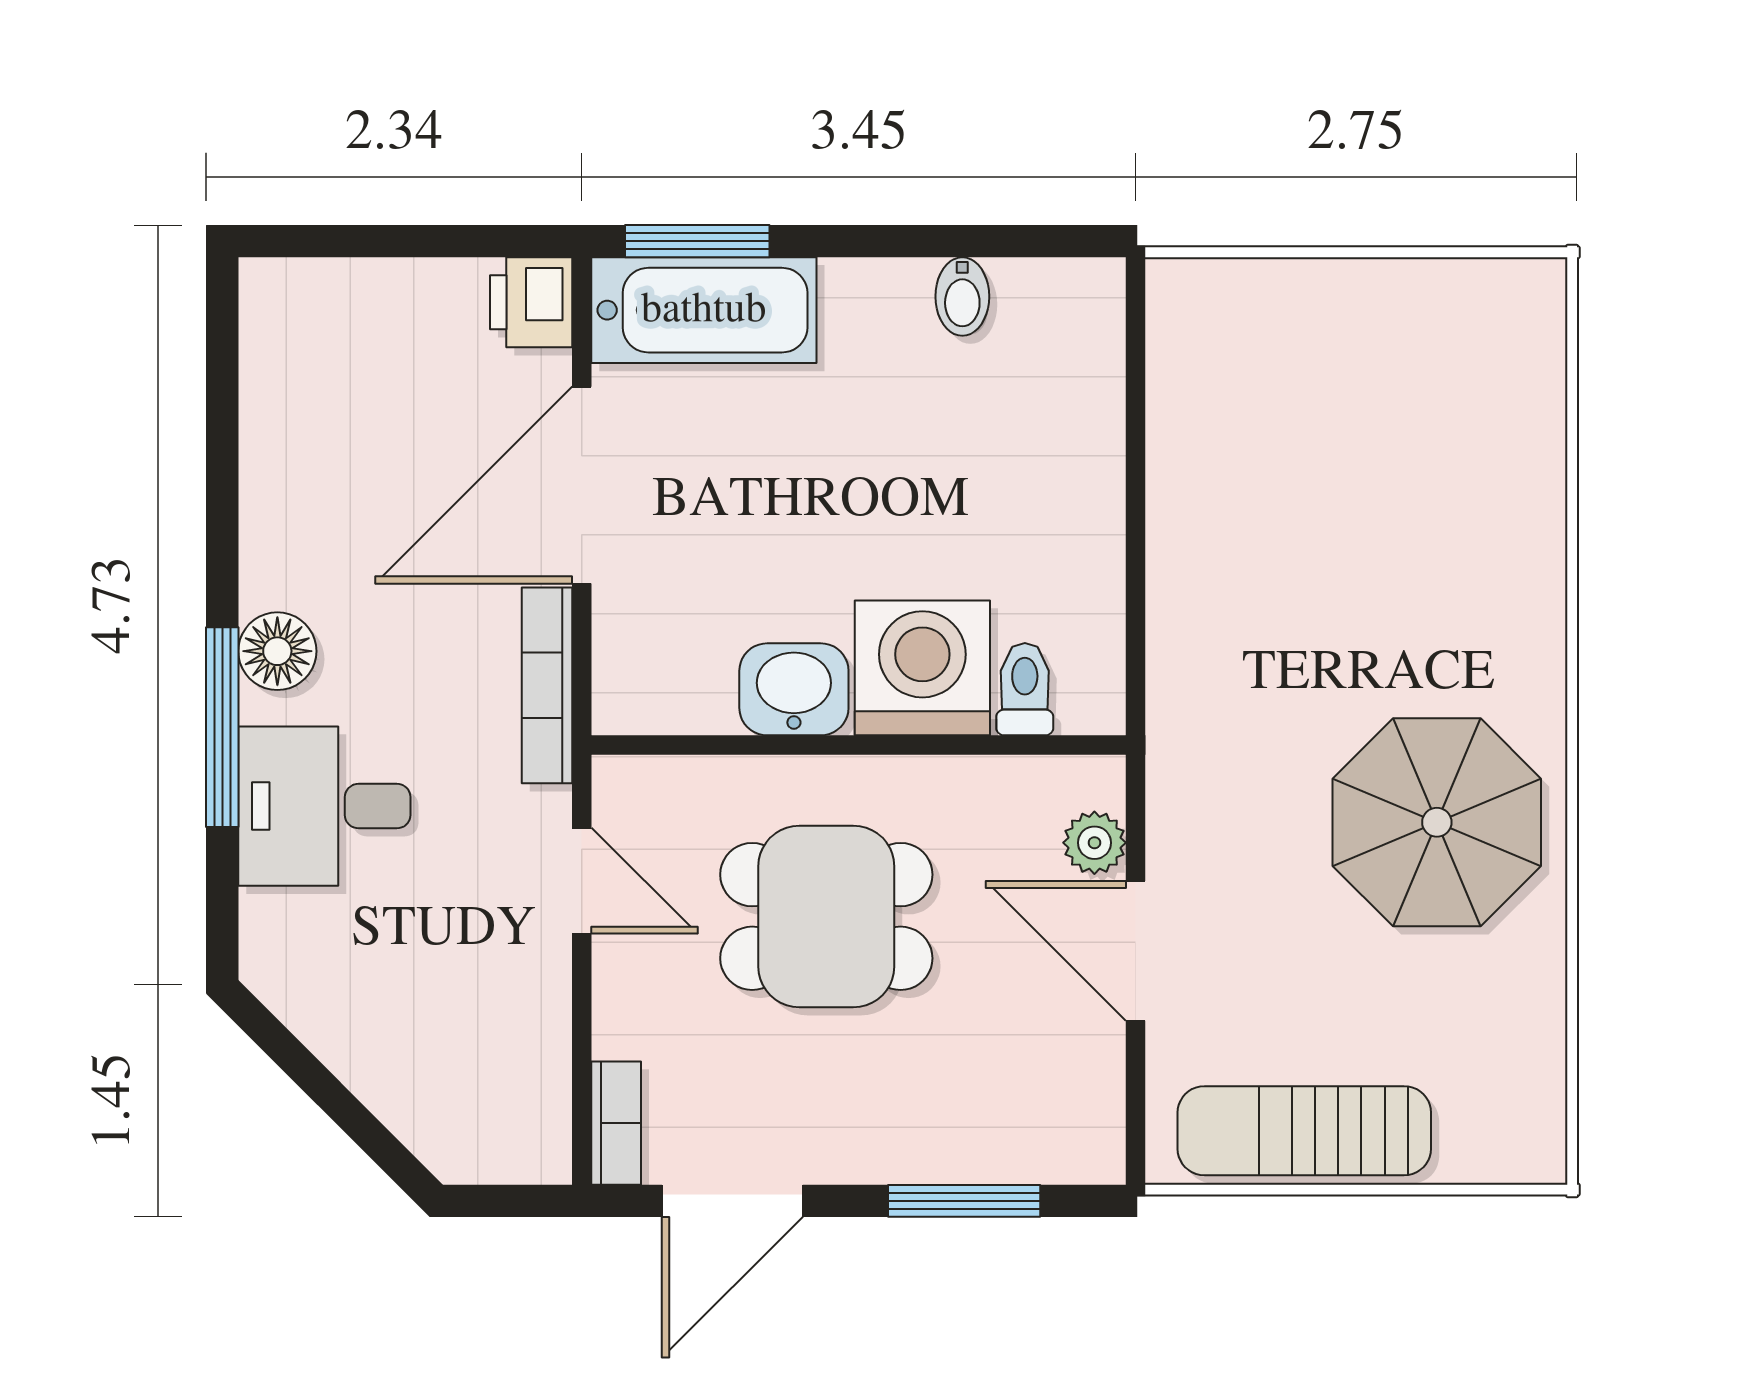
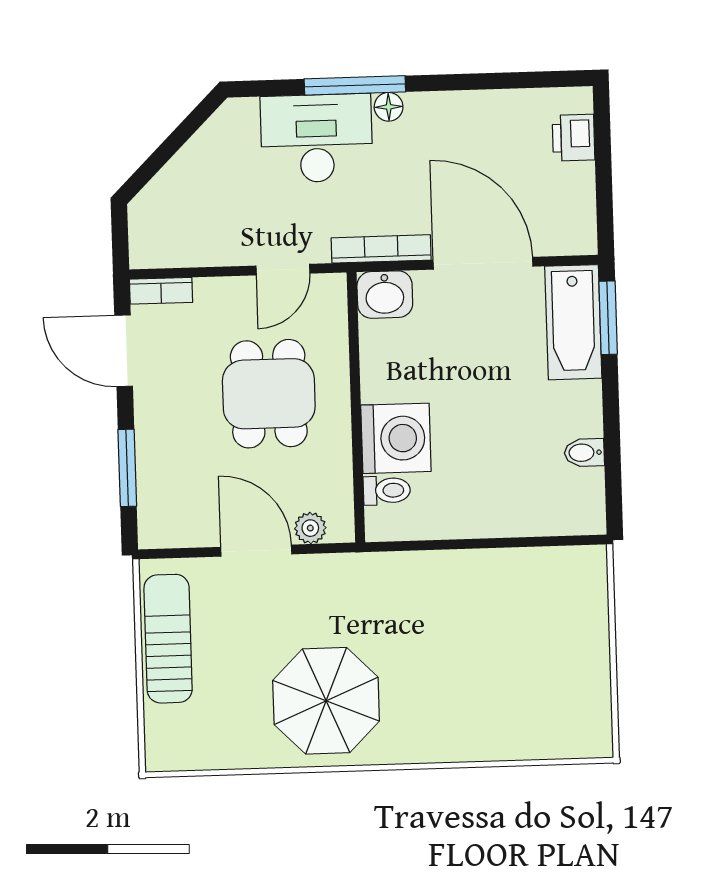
printer: (531, 302) -> (574, 138), moved, turned -90
floor lamp: (277, 651) -> (389, 107), width x0.73, depth x0.73
washbasin: (794, 689) -> (385, 295), moved, turned 90
desk: (324, 806) -> (317, 138), width x1.37
door: (1136, 951) -> (256, 551), hinge flipped

